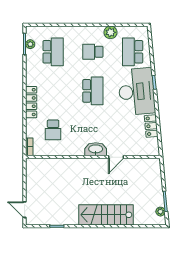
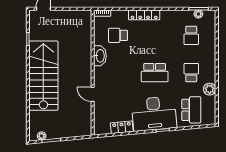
school desk: (53, 52) -> (191, 35), width x0.54
school desk: (133, 52) -> (191, 110), turned 90
washbasin: (96, 149) -> (100, 56), moved
stairs: (106, 215) -> (43, 76), width x1.36, depth x1.51

